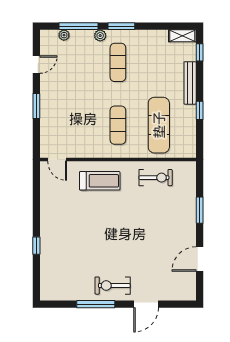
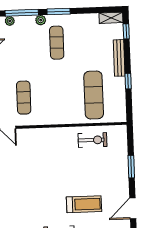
exercise mat: (118, 125) -> (24, 98), moved
treadmill: (100, 181) -> (84, 204), moved

